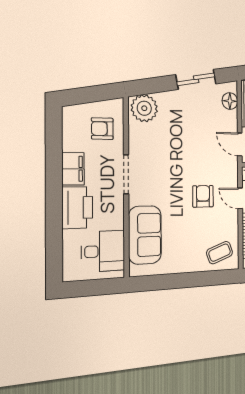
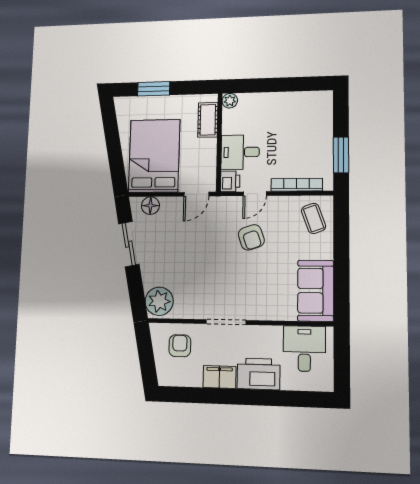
armchair: (102, 129) -> (180, 346), turned 180
armchair: (203, 196) -> (251, 237), turned -109
sofa: (145, 235) -> (316, 291), moved, turned -90

